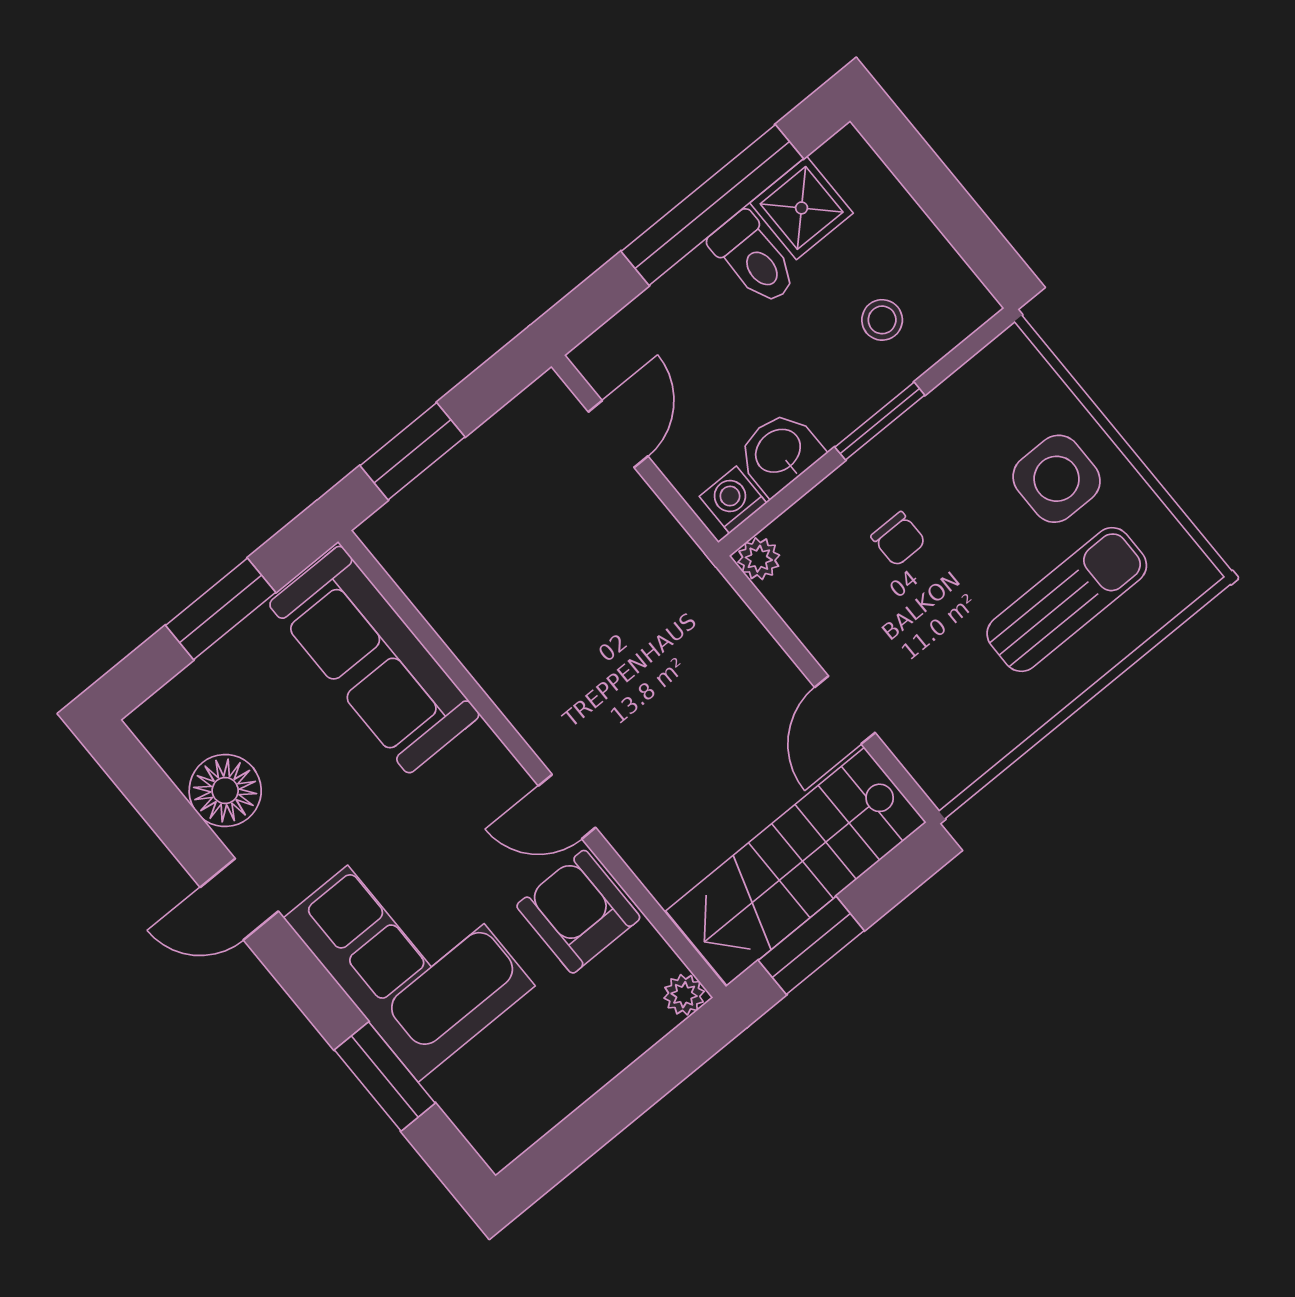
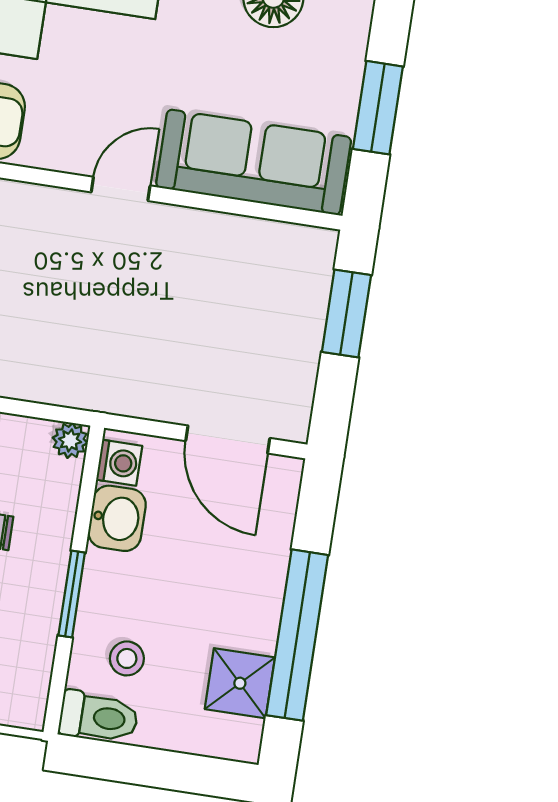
toilet: (754, 259) -> (99, 717), moved, turned 180
door: (618, 434) -> (228, 439), width x1.38
door: (567, 807) -> (121, 189), moved

